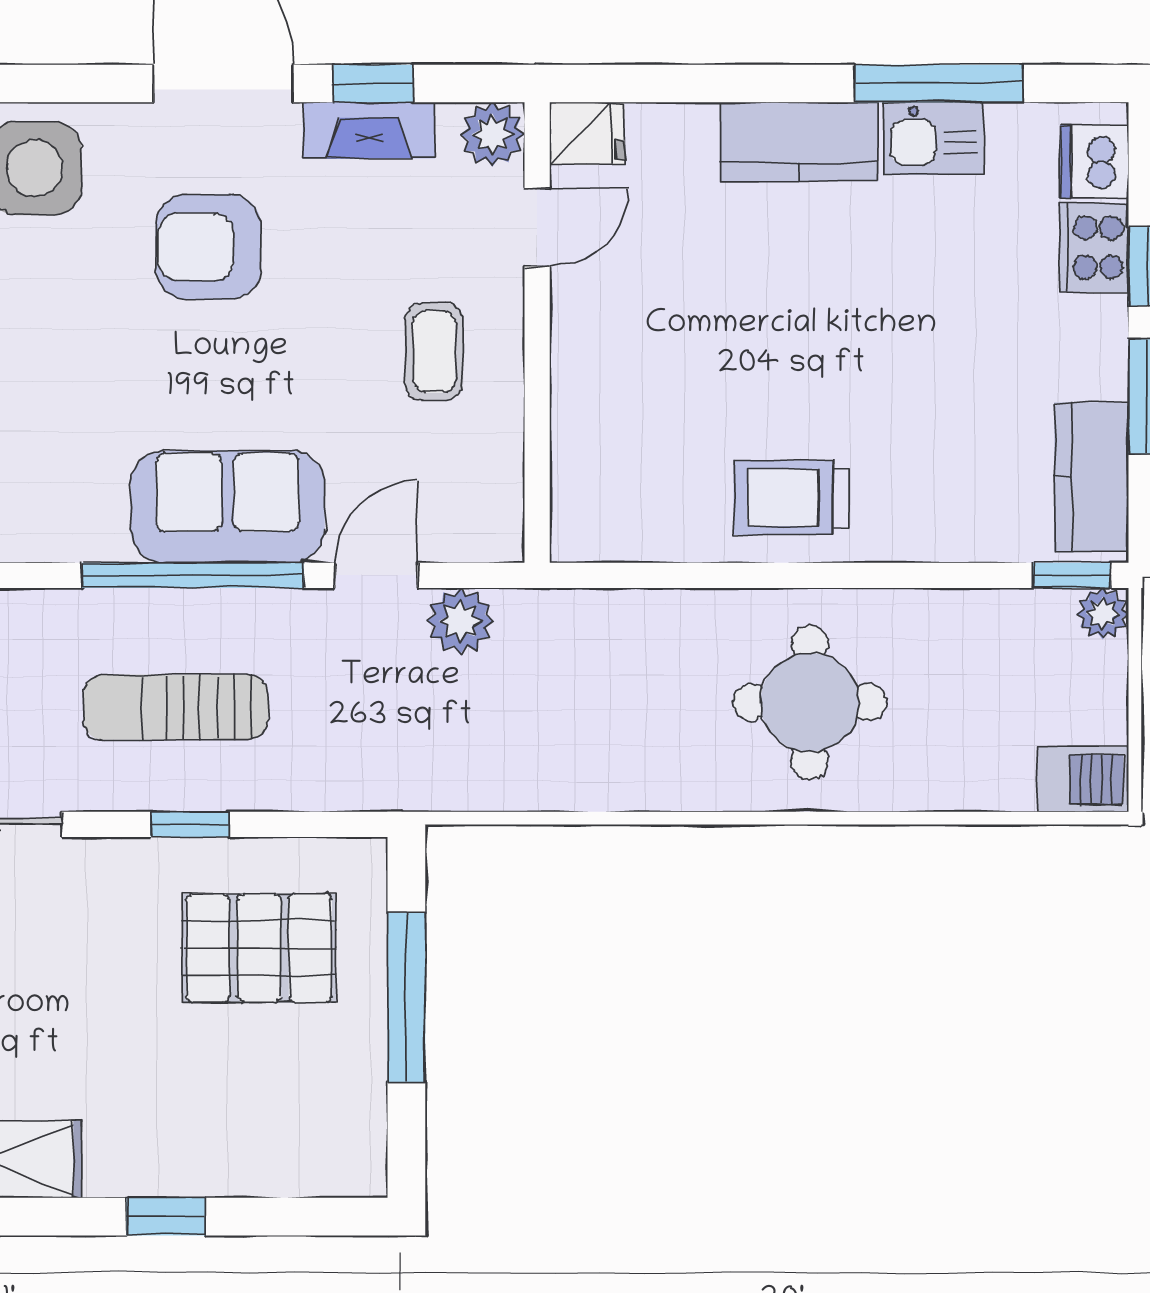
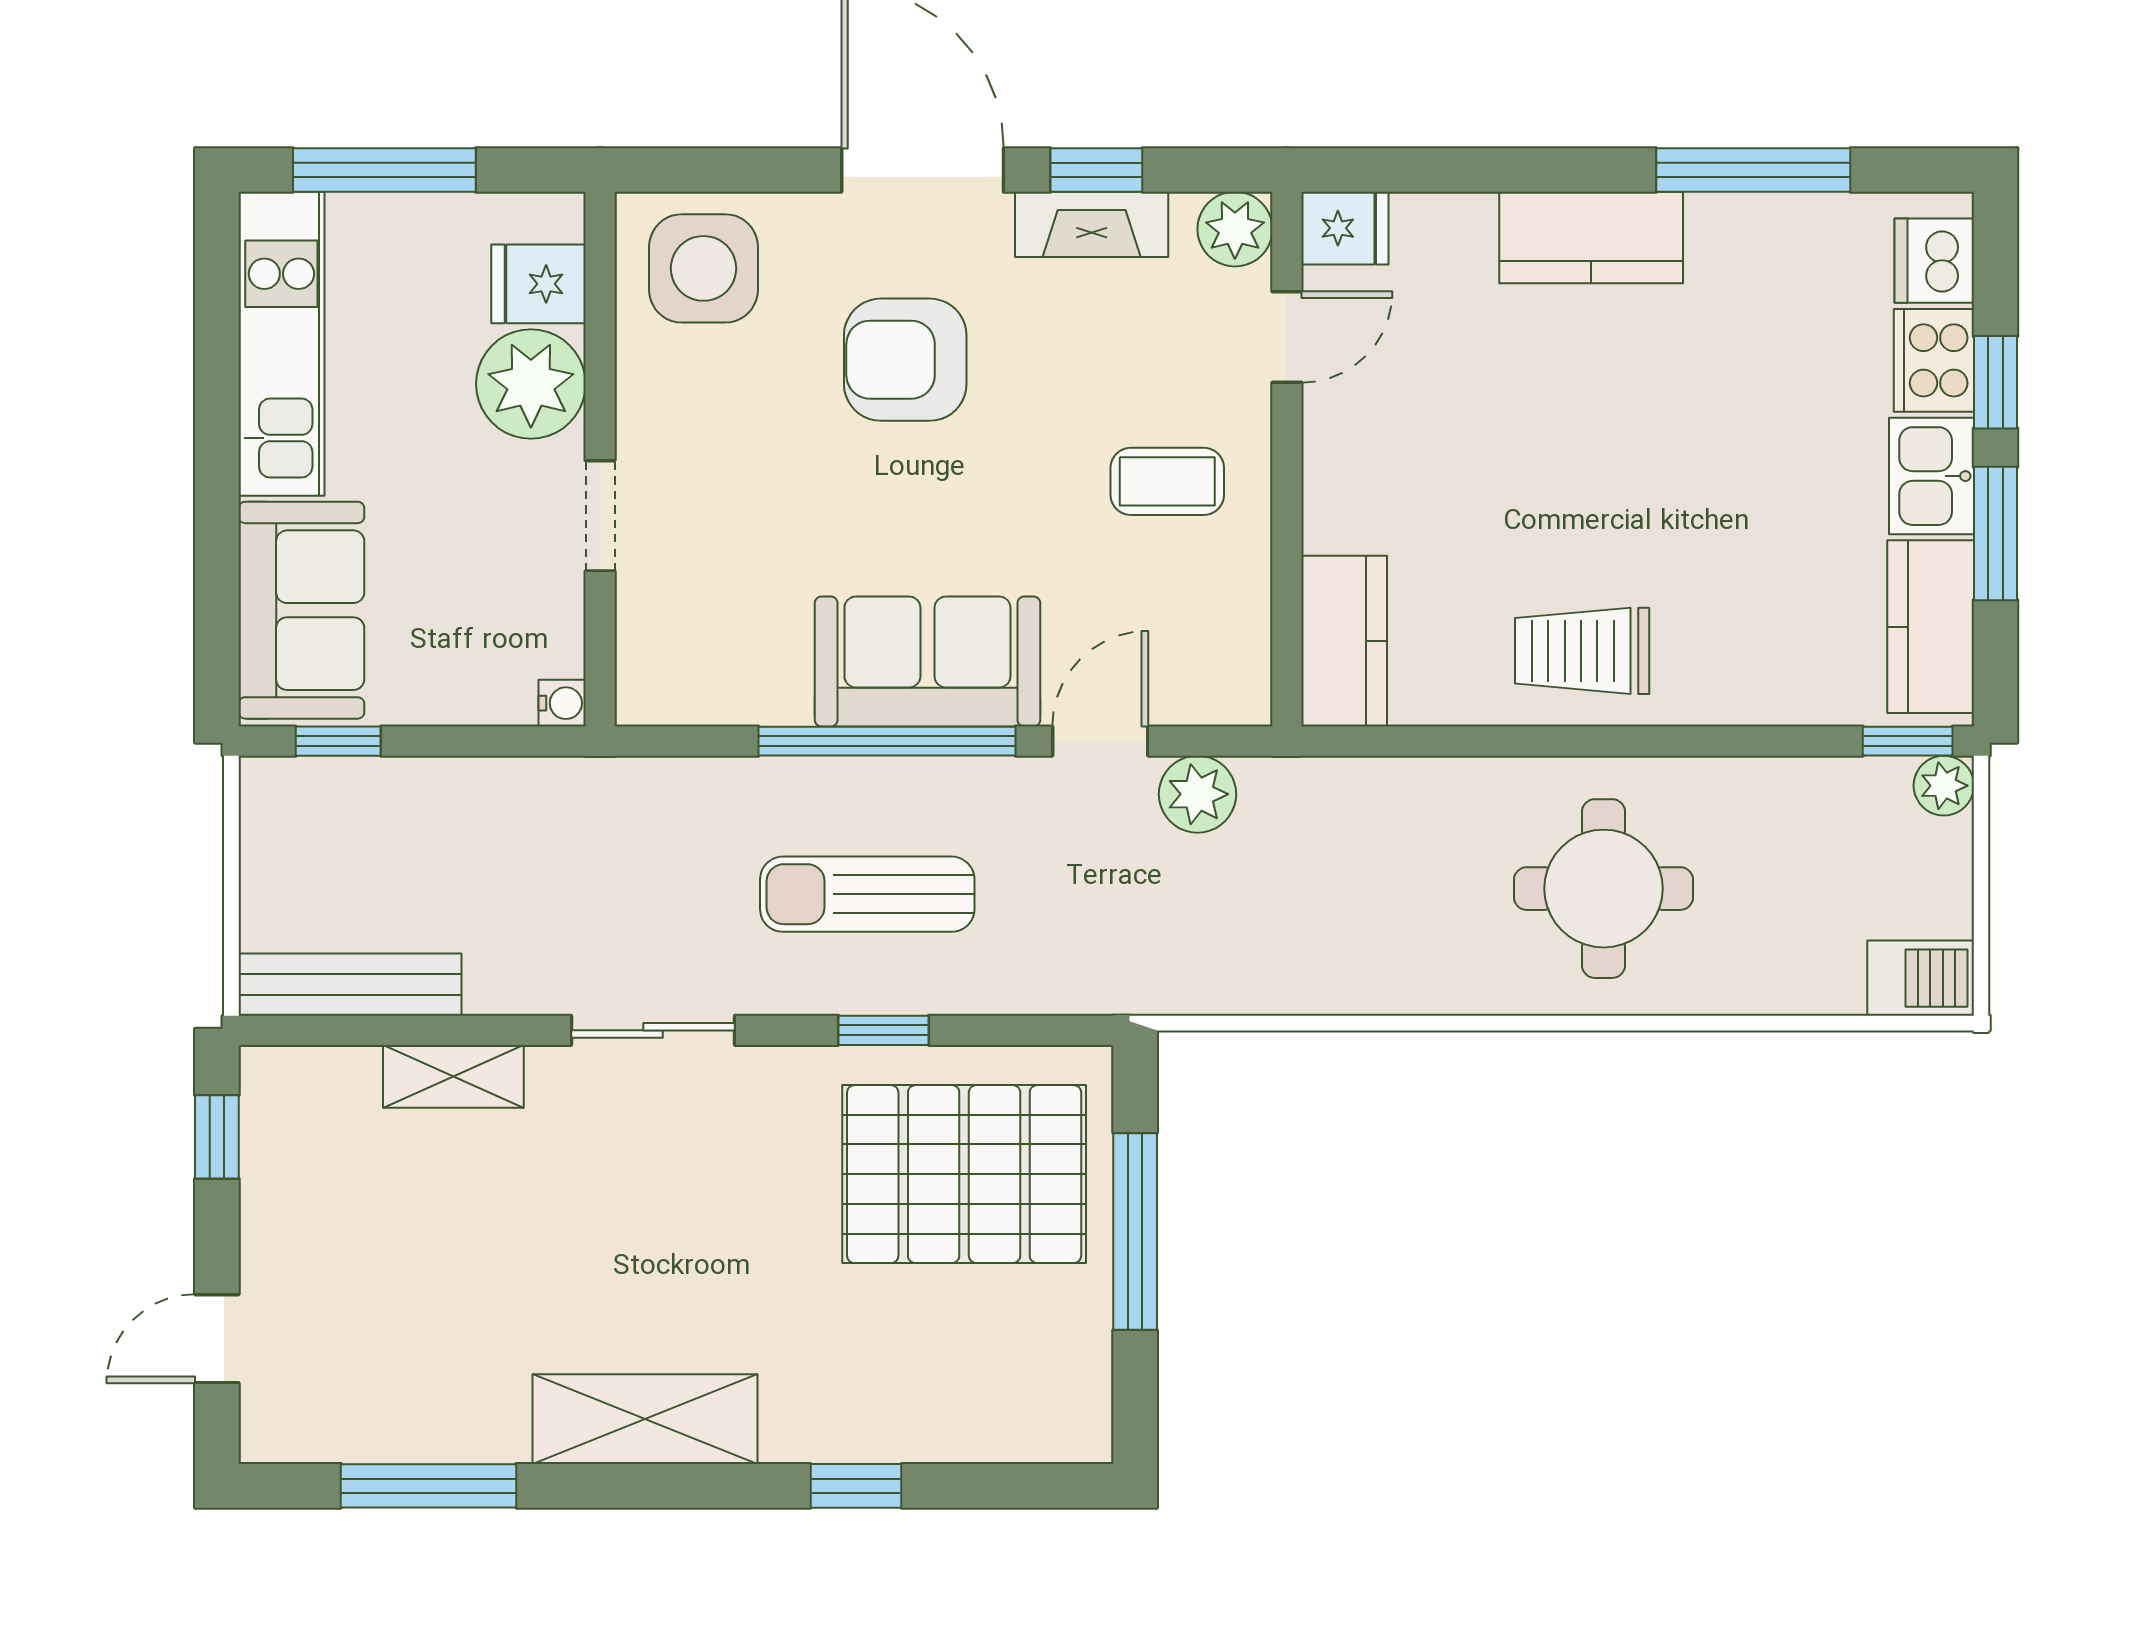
kitchen sink: (933, 139) -> (1931, 476), moved, turned 90
coffee table: (434, 352) -> (1167, 481), turned 90
kitchen counter: (586, 489) -> (1344, 641), added
pallet: (259, 948) -> (964, 1174), width x1.37, depth x1.41

